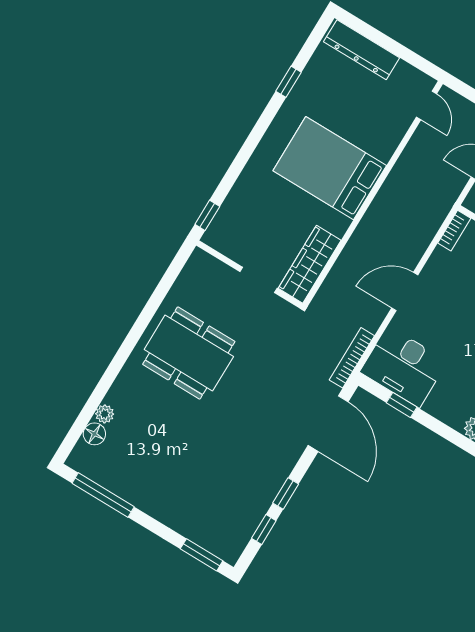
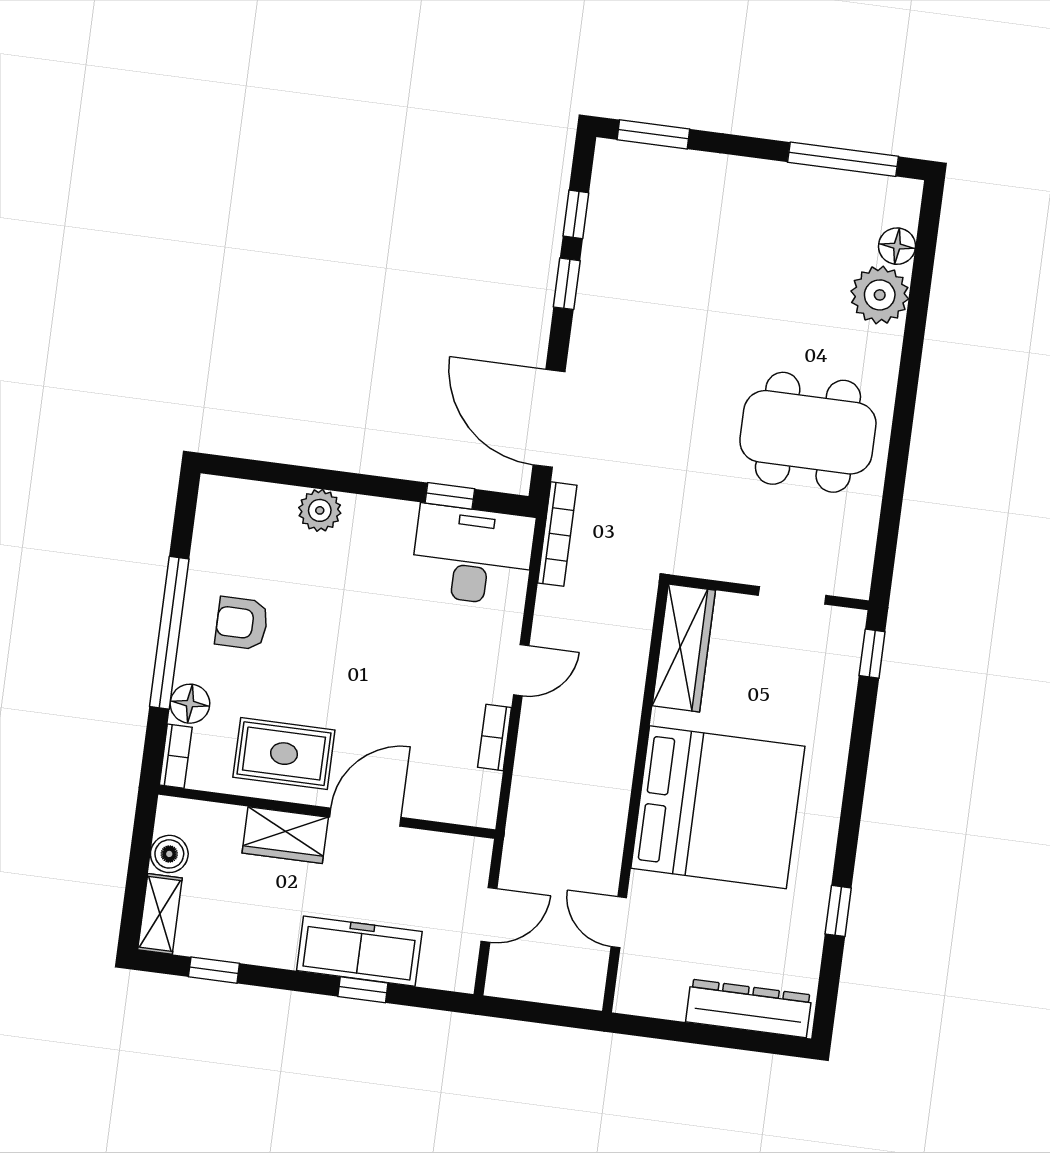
door: (426, 105) -> (619, 922), moved
bed: (330, 168) -> (718, 807), width x1.36
bookcase: (454, 231) -> (495, 737), moved
doorway: (258, 280) -> (792, 595), moved
door: (405, 292) -> (521, 670), width x0.73
plant: (105, 414) -> (880, 295), width x1.88, depth x1.88

